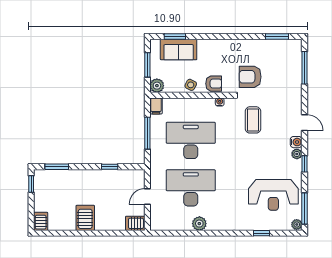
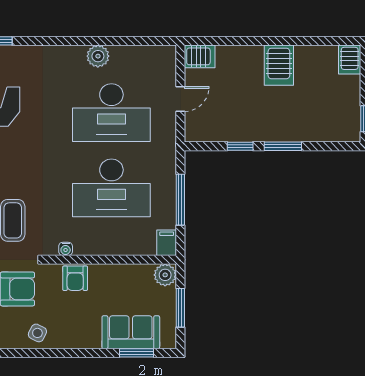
armchair: (214, 84) -> (75, 278), turned -90
side table: (191, 85) -> (37, 333), moved
window: (57, 167) -> (283, 146), moved

